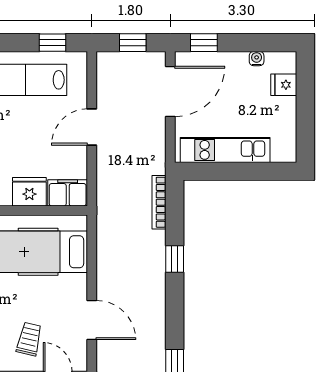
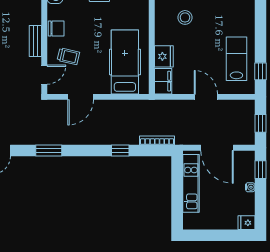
water cooler: (257, 59) -> (250, 187), moved
fridge: (284, 85) -> (247, 223), moved, turned -90
door: (170, 91) -> (217, 148), moved

